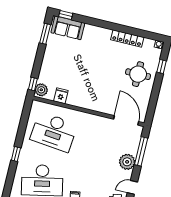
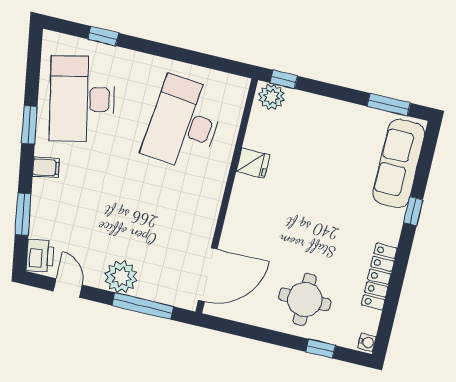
window: (66, 15) -> (413, 211), moved
sofa: (68, 28) -> (399, 163), width x1.36
fridge: (61, 96) -> (253, 163), moved
window: (16, 154) -> (103, 36), moved

